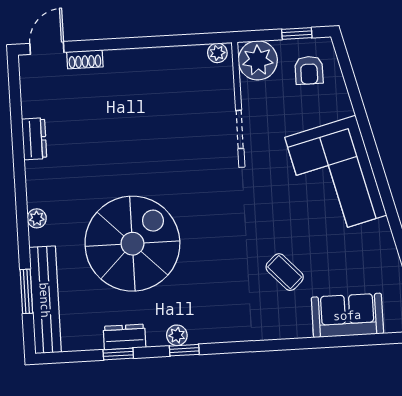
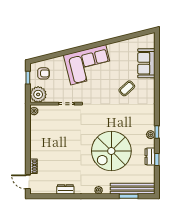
spiral stairs: (132, 244) -> (111, 151), turned -90

